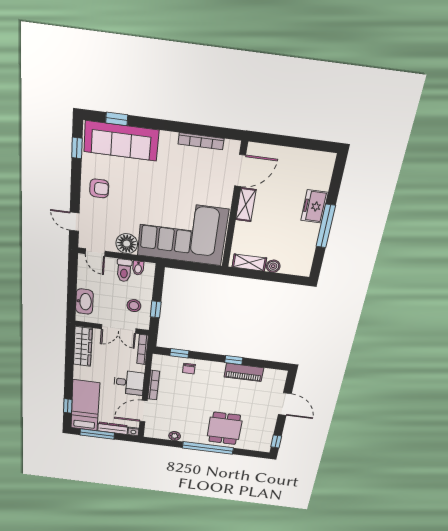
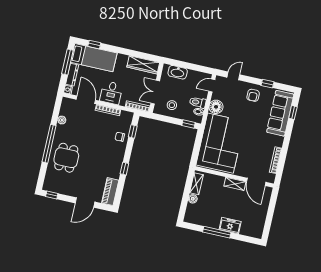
window: (77, 148) -> (267, 84), moved
window: (156, 309) -> (189, 124), moved
piano: (244, 372) -> (110, 192), moved
dining table: (225, 428) -> (66, 158), turned 90

